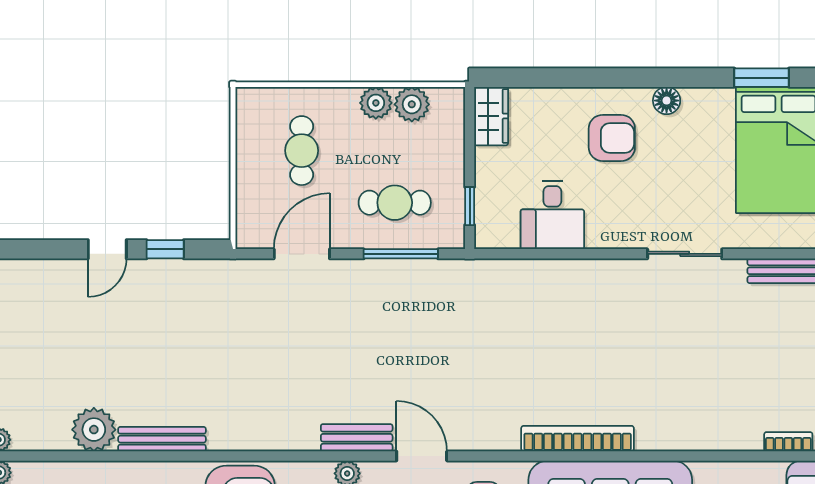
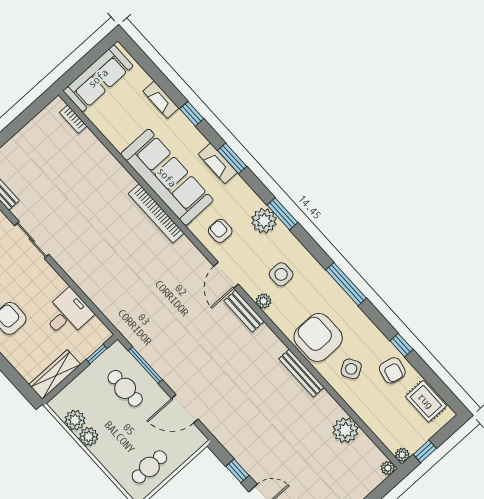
wardrobe: (491, 116) -> (55, 375), width x1.50
cafe table: (302, 151) -> (149, 467), moved
bench: (162, 439) -> (301, 373), moved

